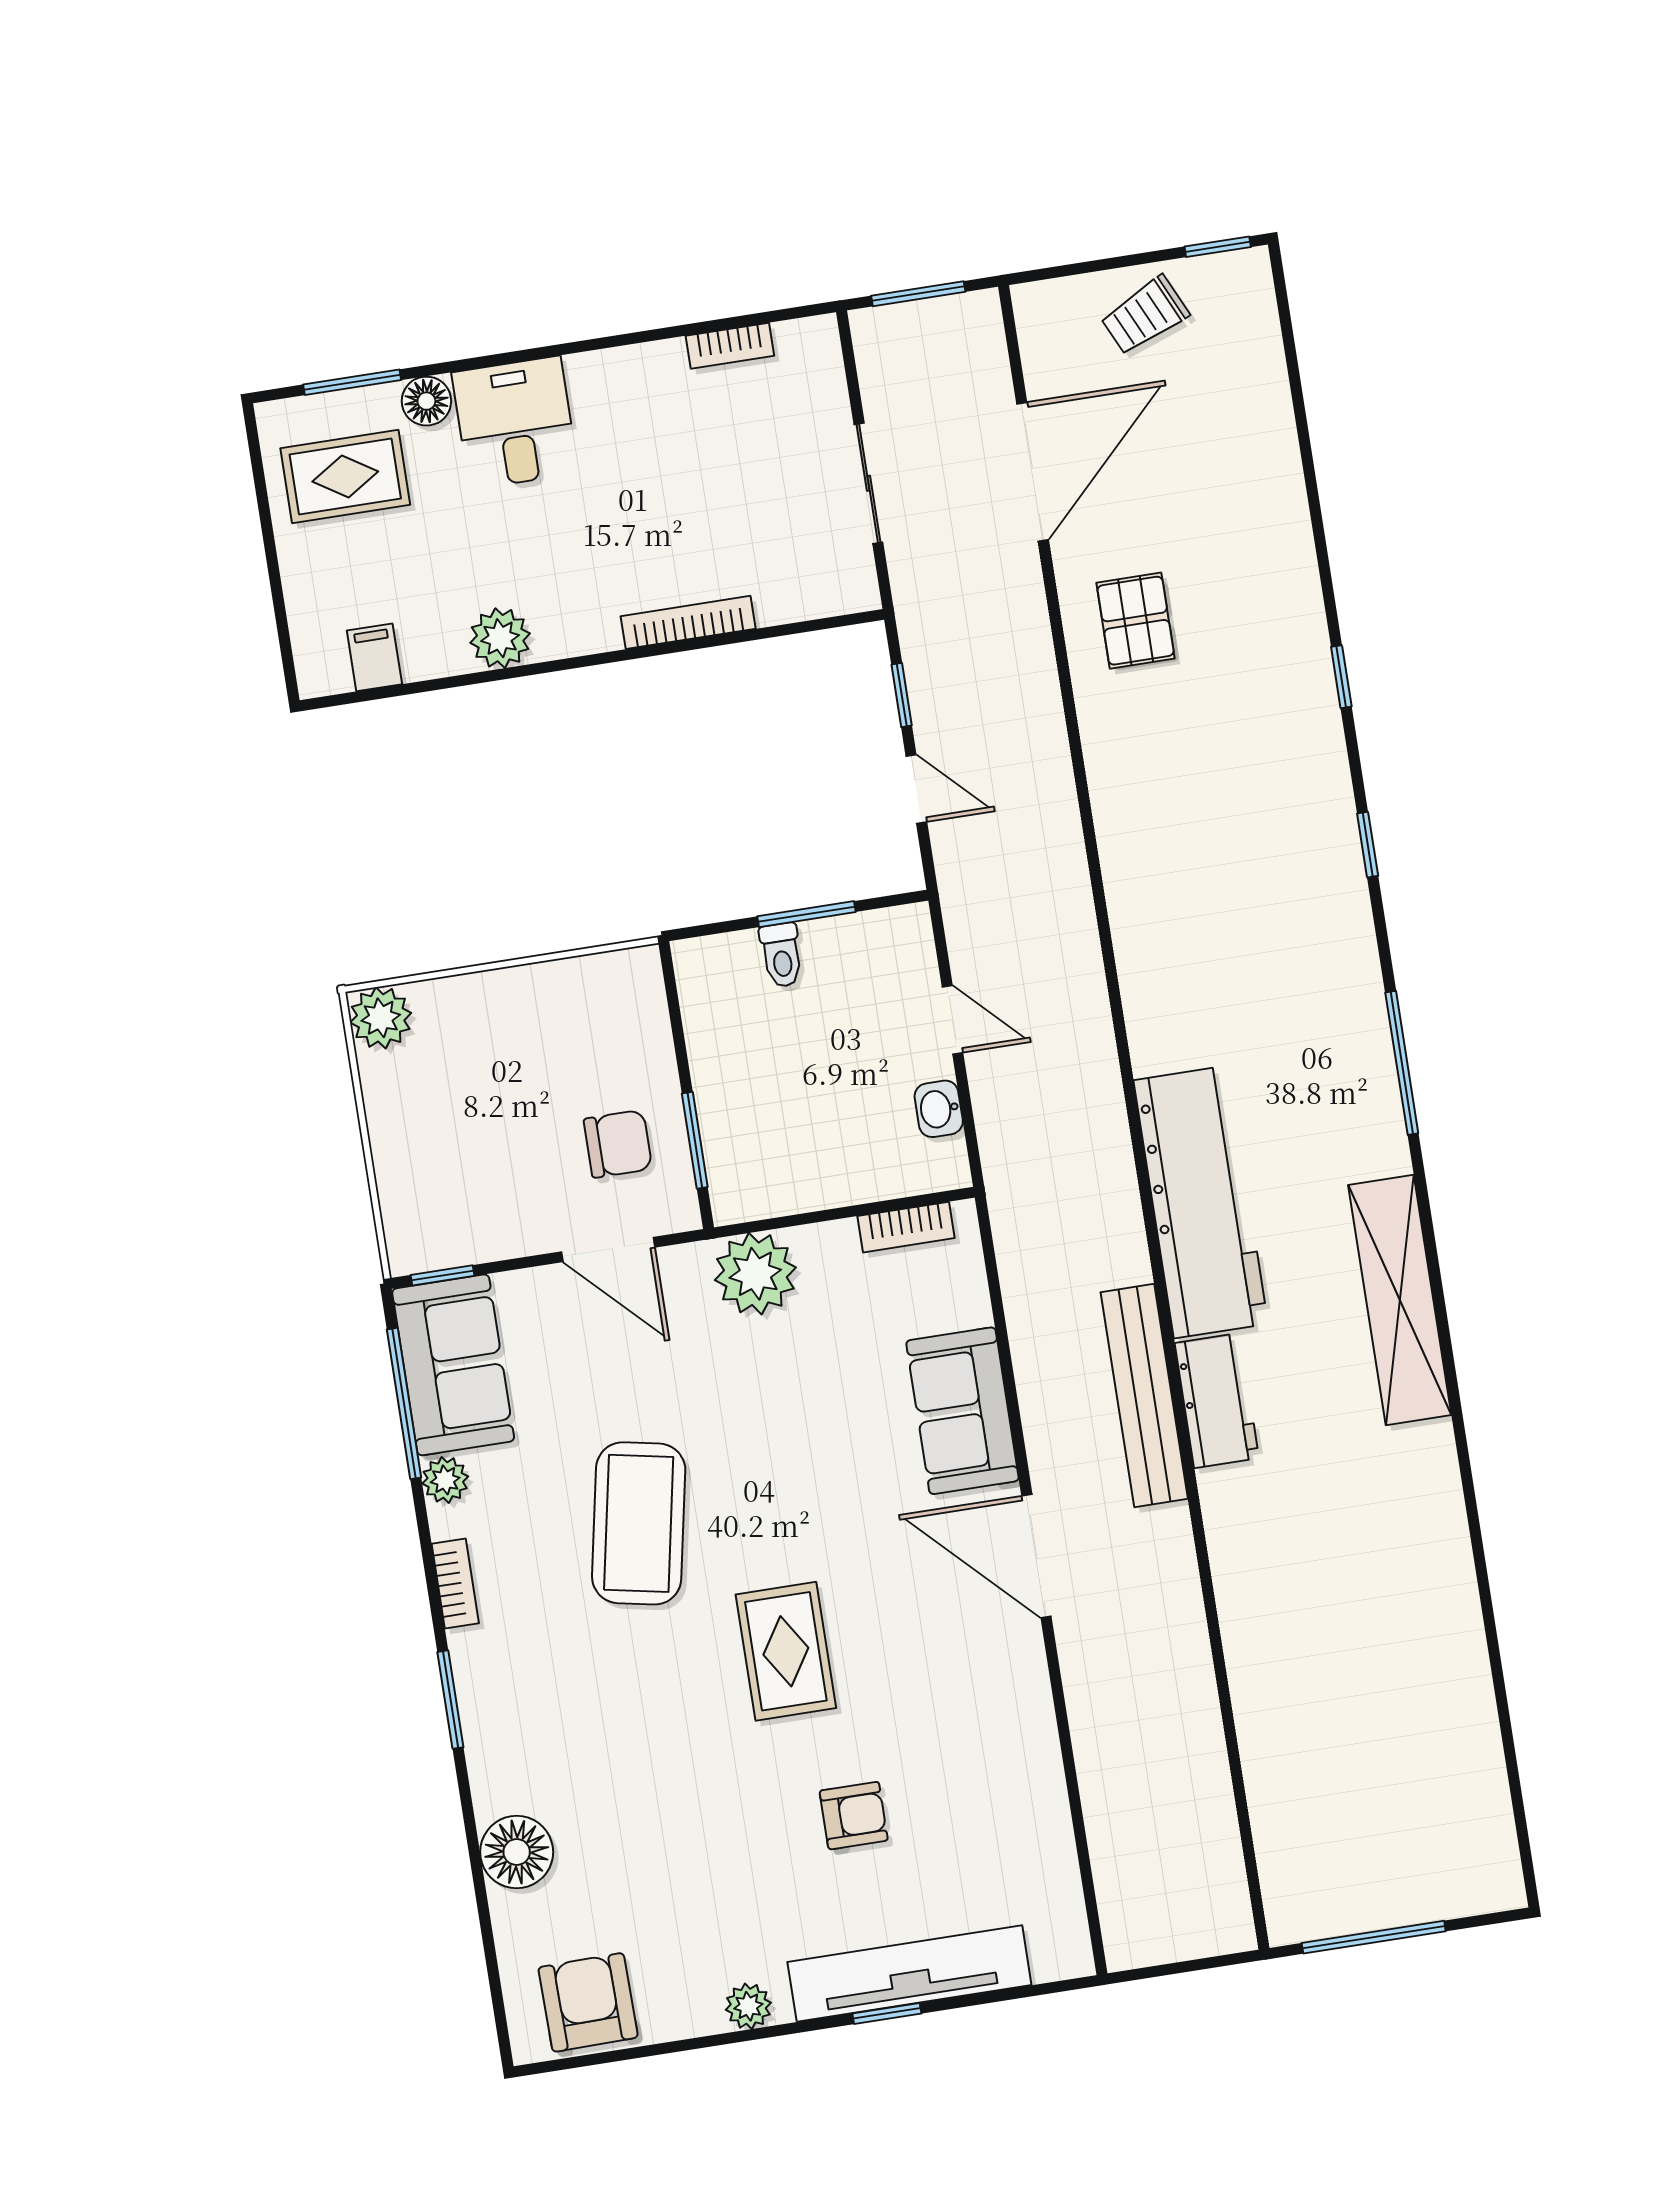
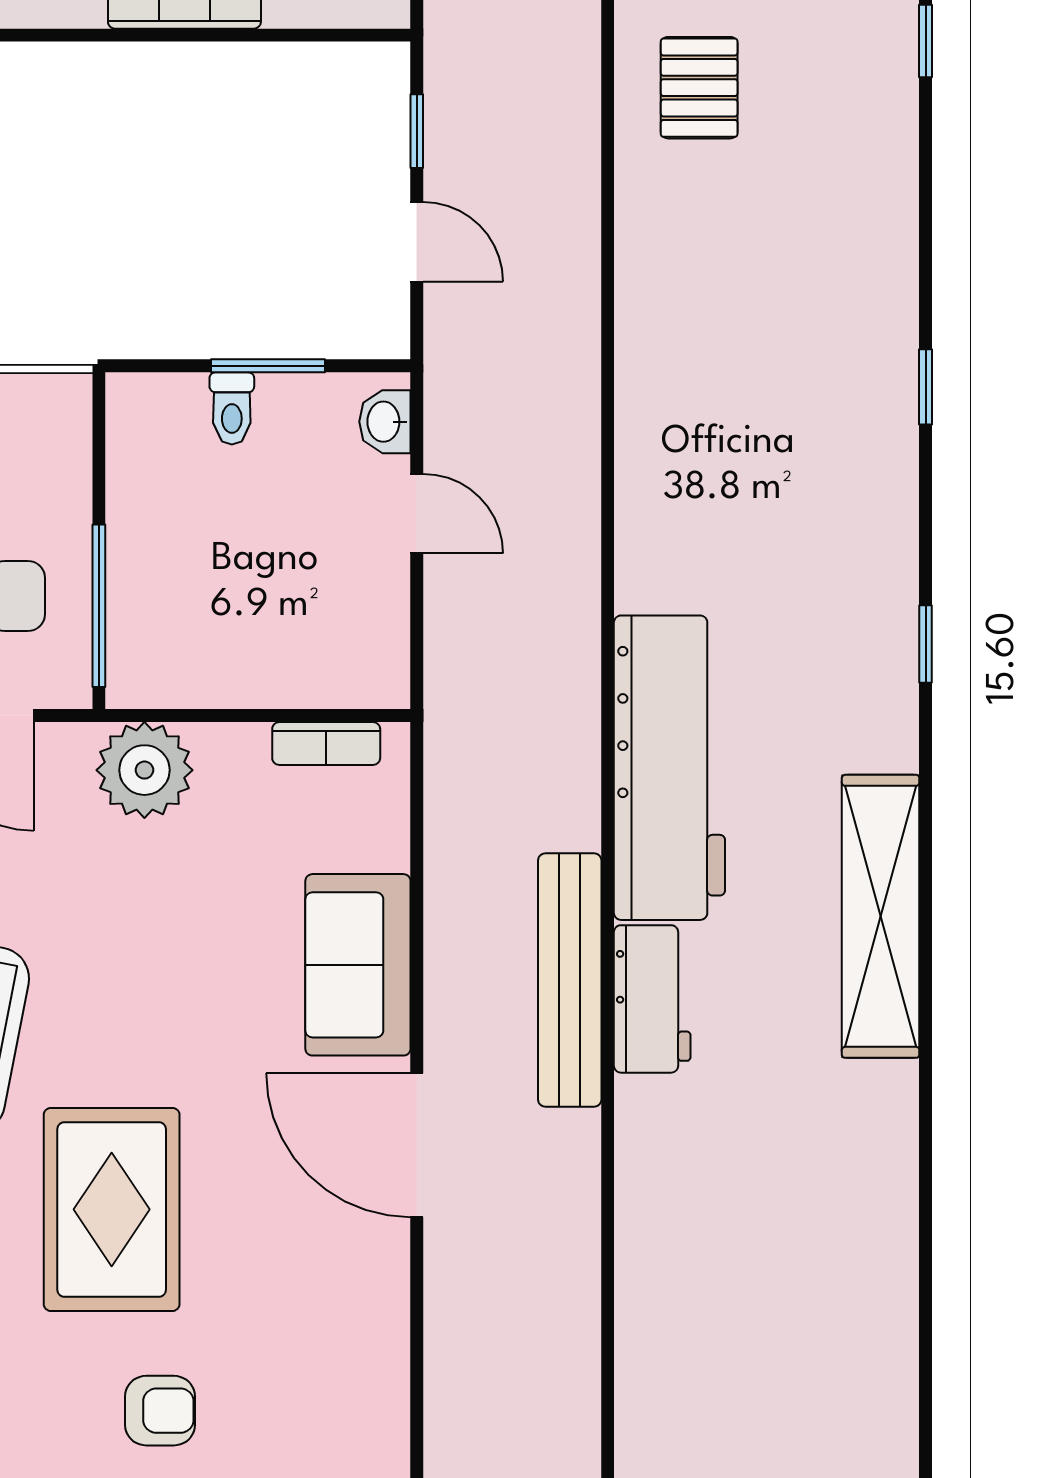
window: (1341, 677) -> (926, 41), moved
window: (1402, 1063) -> (926, 644), width x0.46
washbasin: (939, 1109) -> (385, 422), moved
window: (695, 1140) -> (99, 606), width x1.44
rug: (786, 1651) -> (112, 1209), width x1.36, depth x1.43

